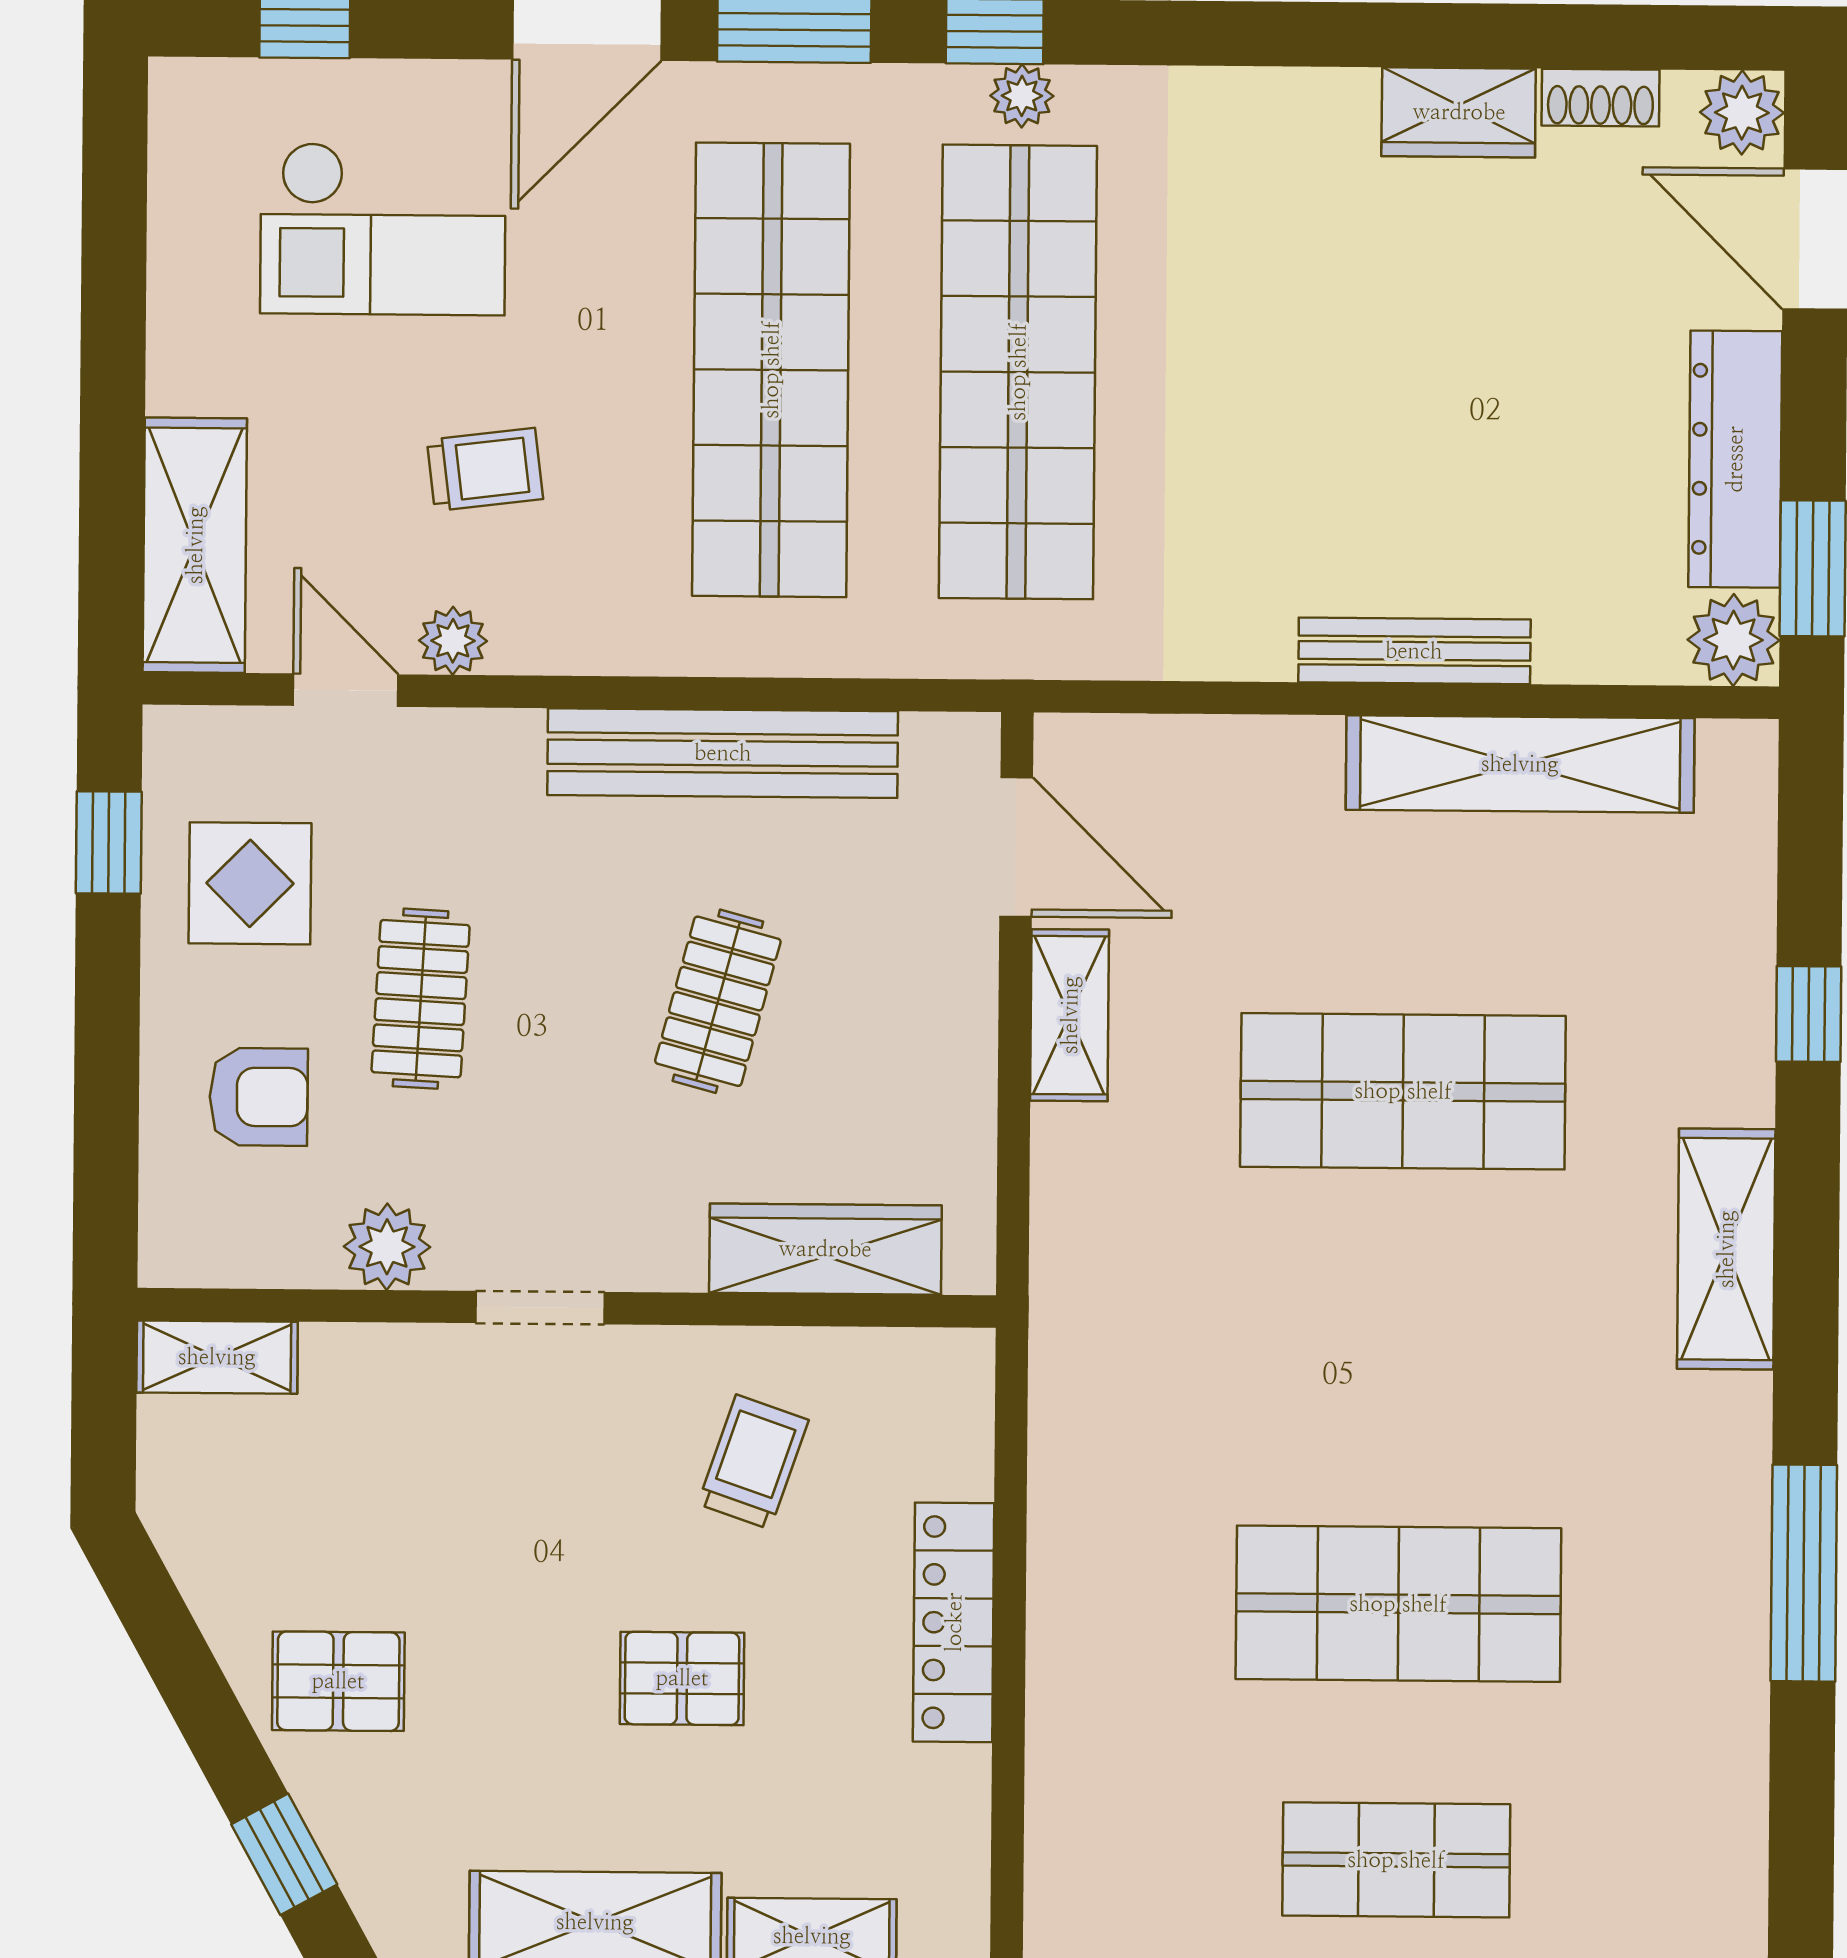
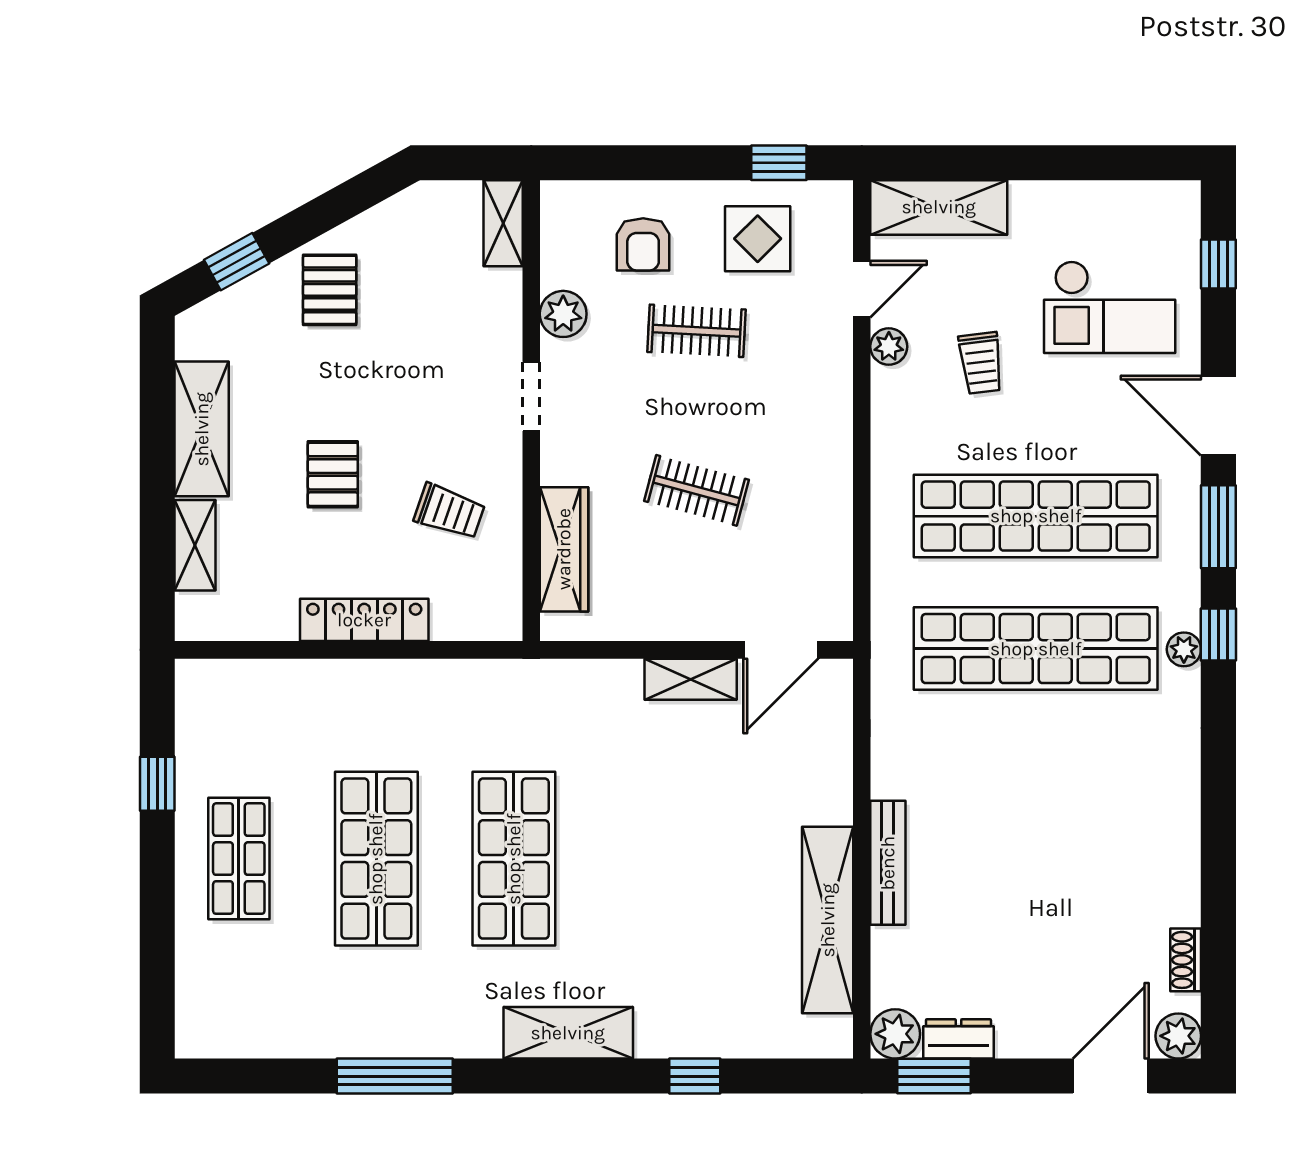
wardrobe: (1459, 112) -> (1177, 884), removed
checkout: (383, 229) -> (1110, 307), turned -90
dresser: (1735, 459) -> (958, 1039), width x0.51, depth x0.80
bench: (723, 753) -> (830, 492), removed
shop shelf: (1403, 1091) -> (514, 859), moved

